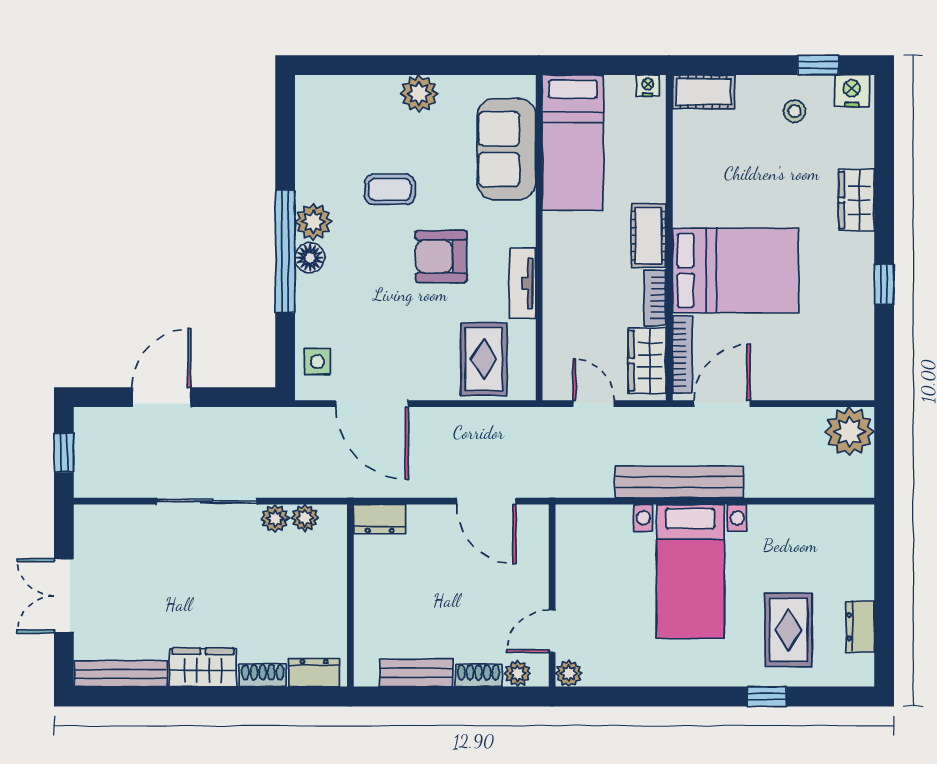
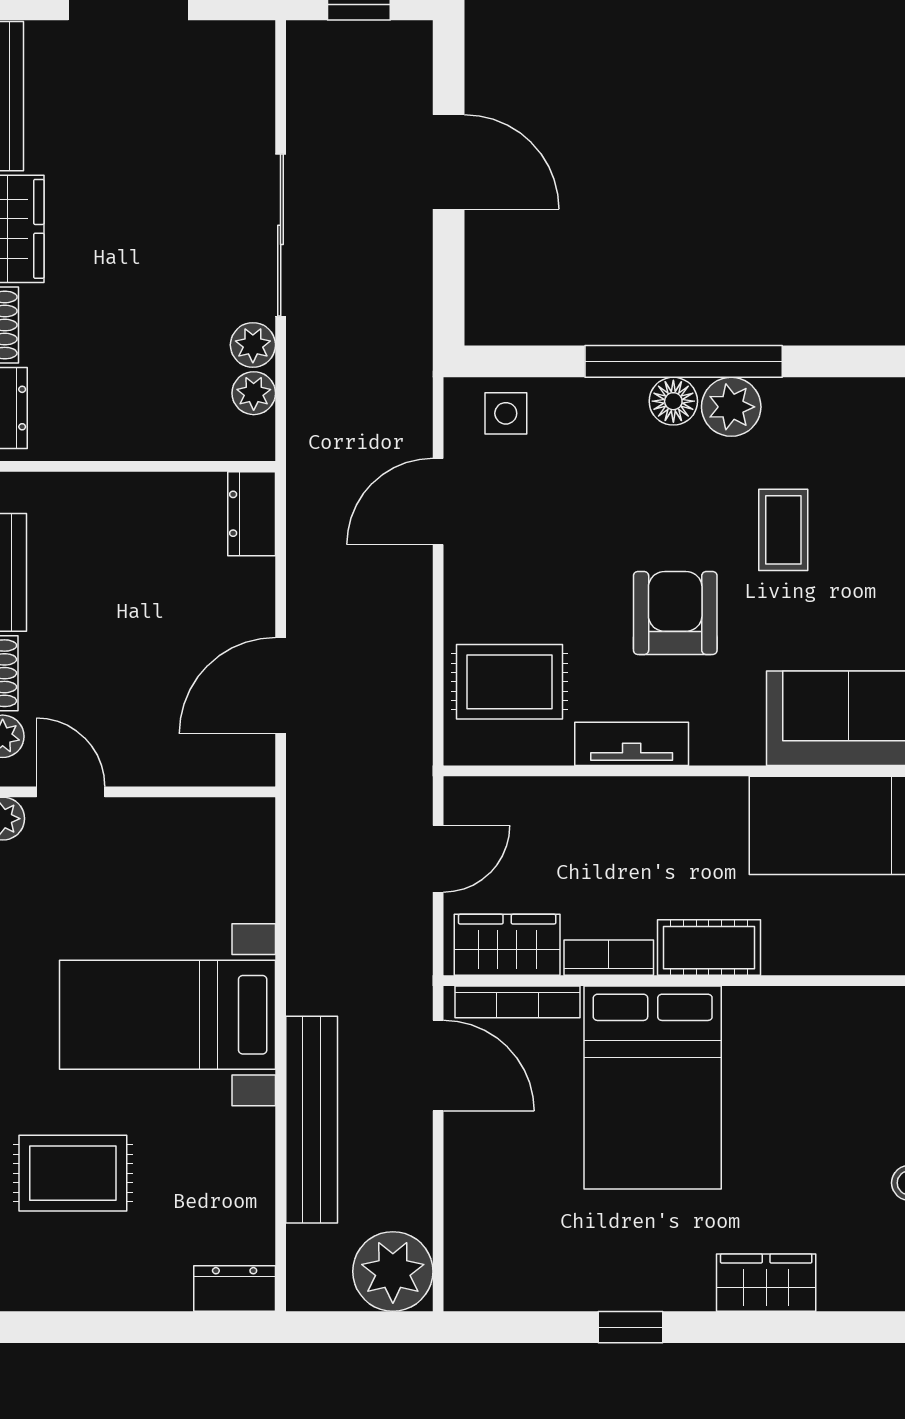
door: (372, 404) -> (438, 502), width x0.73
bench: (679, 482) -> (312, 1120), moved
dresser: (860, 627) -> (235, 1289), moved

